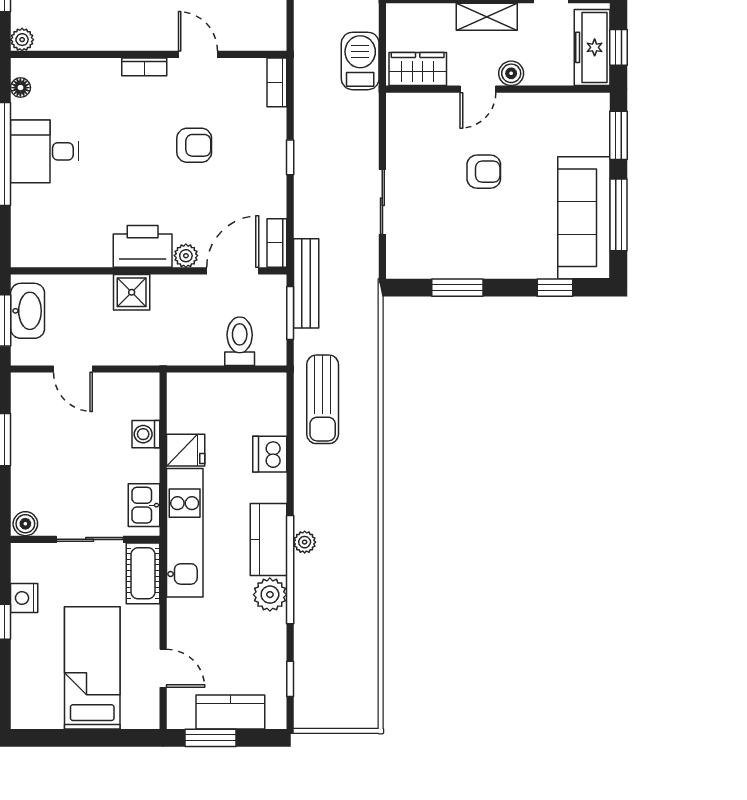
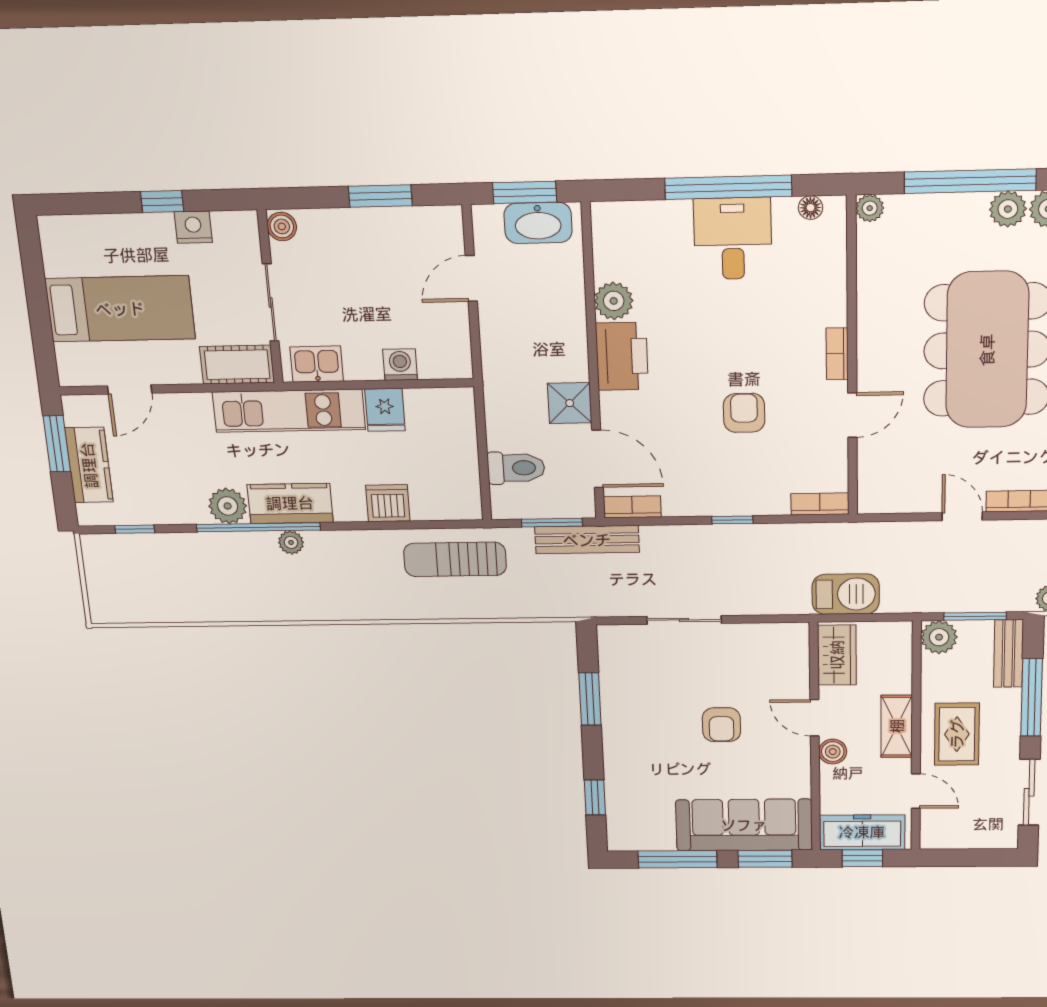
armchair: (194, 145) -> (744, 413), turned 180
sofa: (584, 218) -> (744, 825), moved
plant: (186, 256) -> (614, 301), moved, width x1.38, depth x1.38
shower: (132, 292) -> (570, 403), moved

